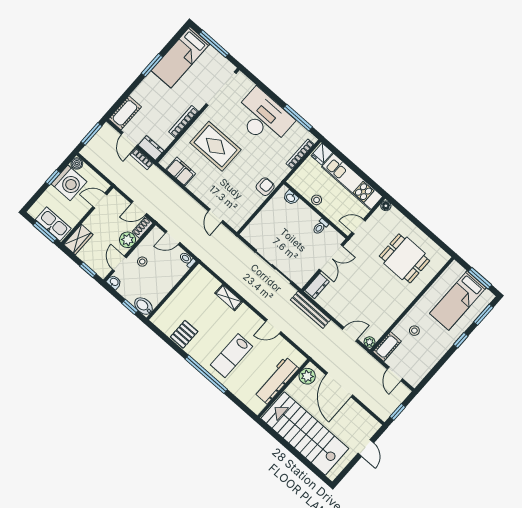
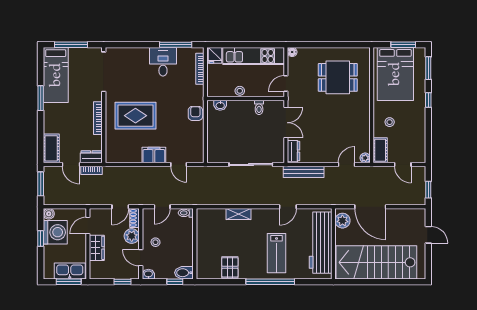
desk: (263, 118) -> (163, 62), width x0.53, depth x0.77
filing cabinet: (181, 172) -> (154, 155), moved
wardrobe: (78, 240) -> (97, 248), moved
bed: (458, 301) -> (395, 74), width x1.50
workbench: (276, 380) -> (321, 243), width x1.36, depth x1.32

